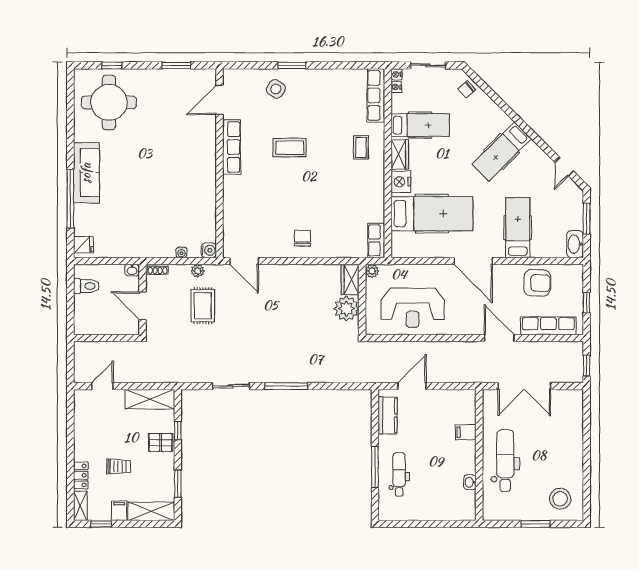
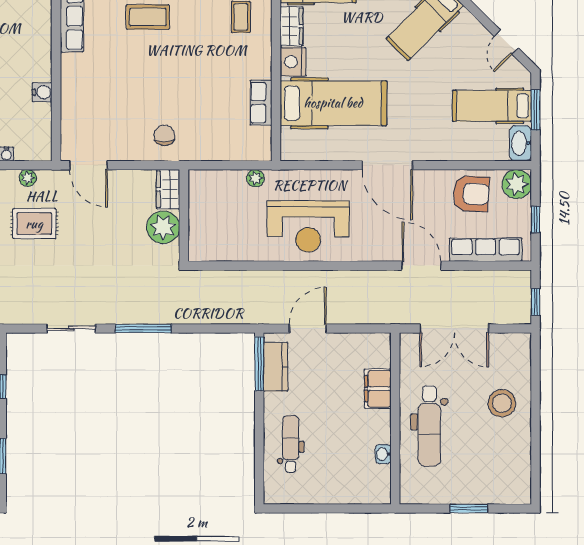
hospital bed: (518, 228) -> (492, 106), moved, turned -90
row of seats: (376, 240) -> (261, 103), moved
water cooler: (209, 250) -> (42, 92), moved
plant: (572, 275) -> (517, 184), added
wardrobe: (350, 279) -> (168, 189), moved
wall: (362, 299) -> (184, 215), moved
rug: (203, 306) -> (34, 224), turned 90
plant: (346, 309) -> (163, 227), moved
filing cabinet: (466, 432) -> (378, 389), width x2.00
dental chair: (505, 461) -> (429, 426), turned 180
window: (375, 467) -> (259, 364), moved
stool: (560, 499) -> (502, 403), moved

